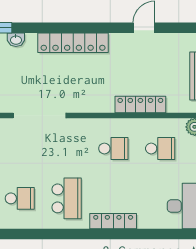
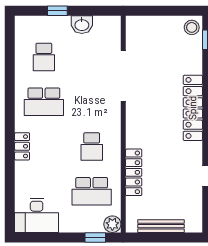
washbasin: (16, 40) -> (196, 53), removed
school desk: (160, 148) -> (92, 191), width x1.85
locker: (113, 221) -> (22, 146), width x0.66

